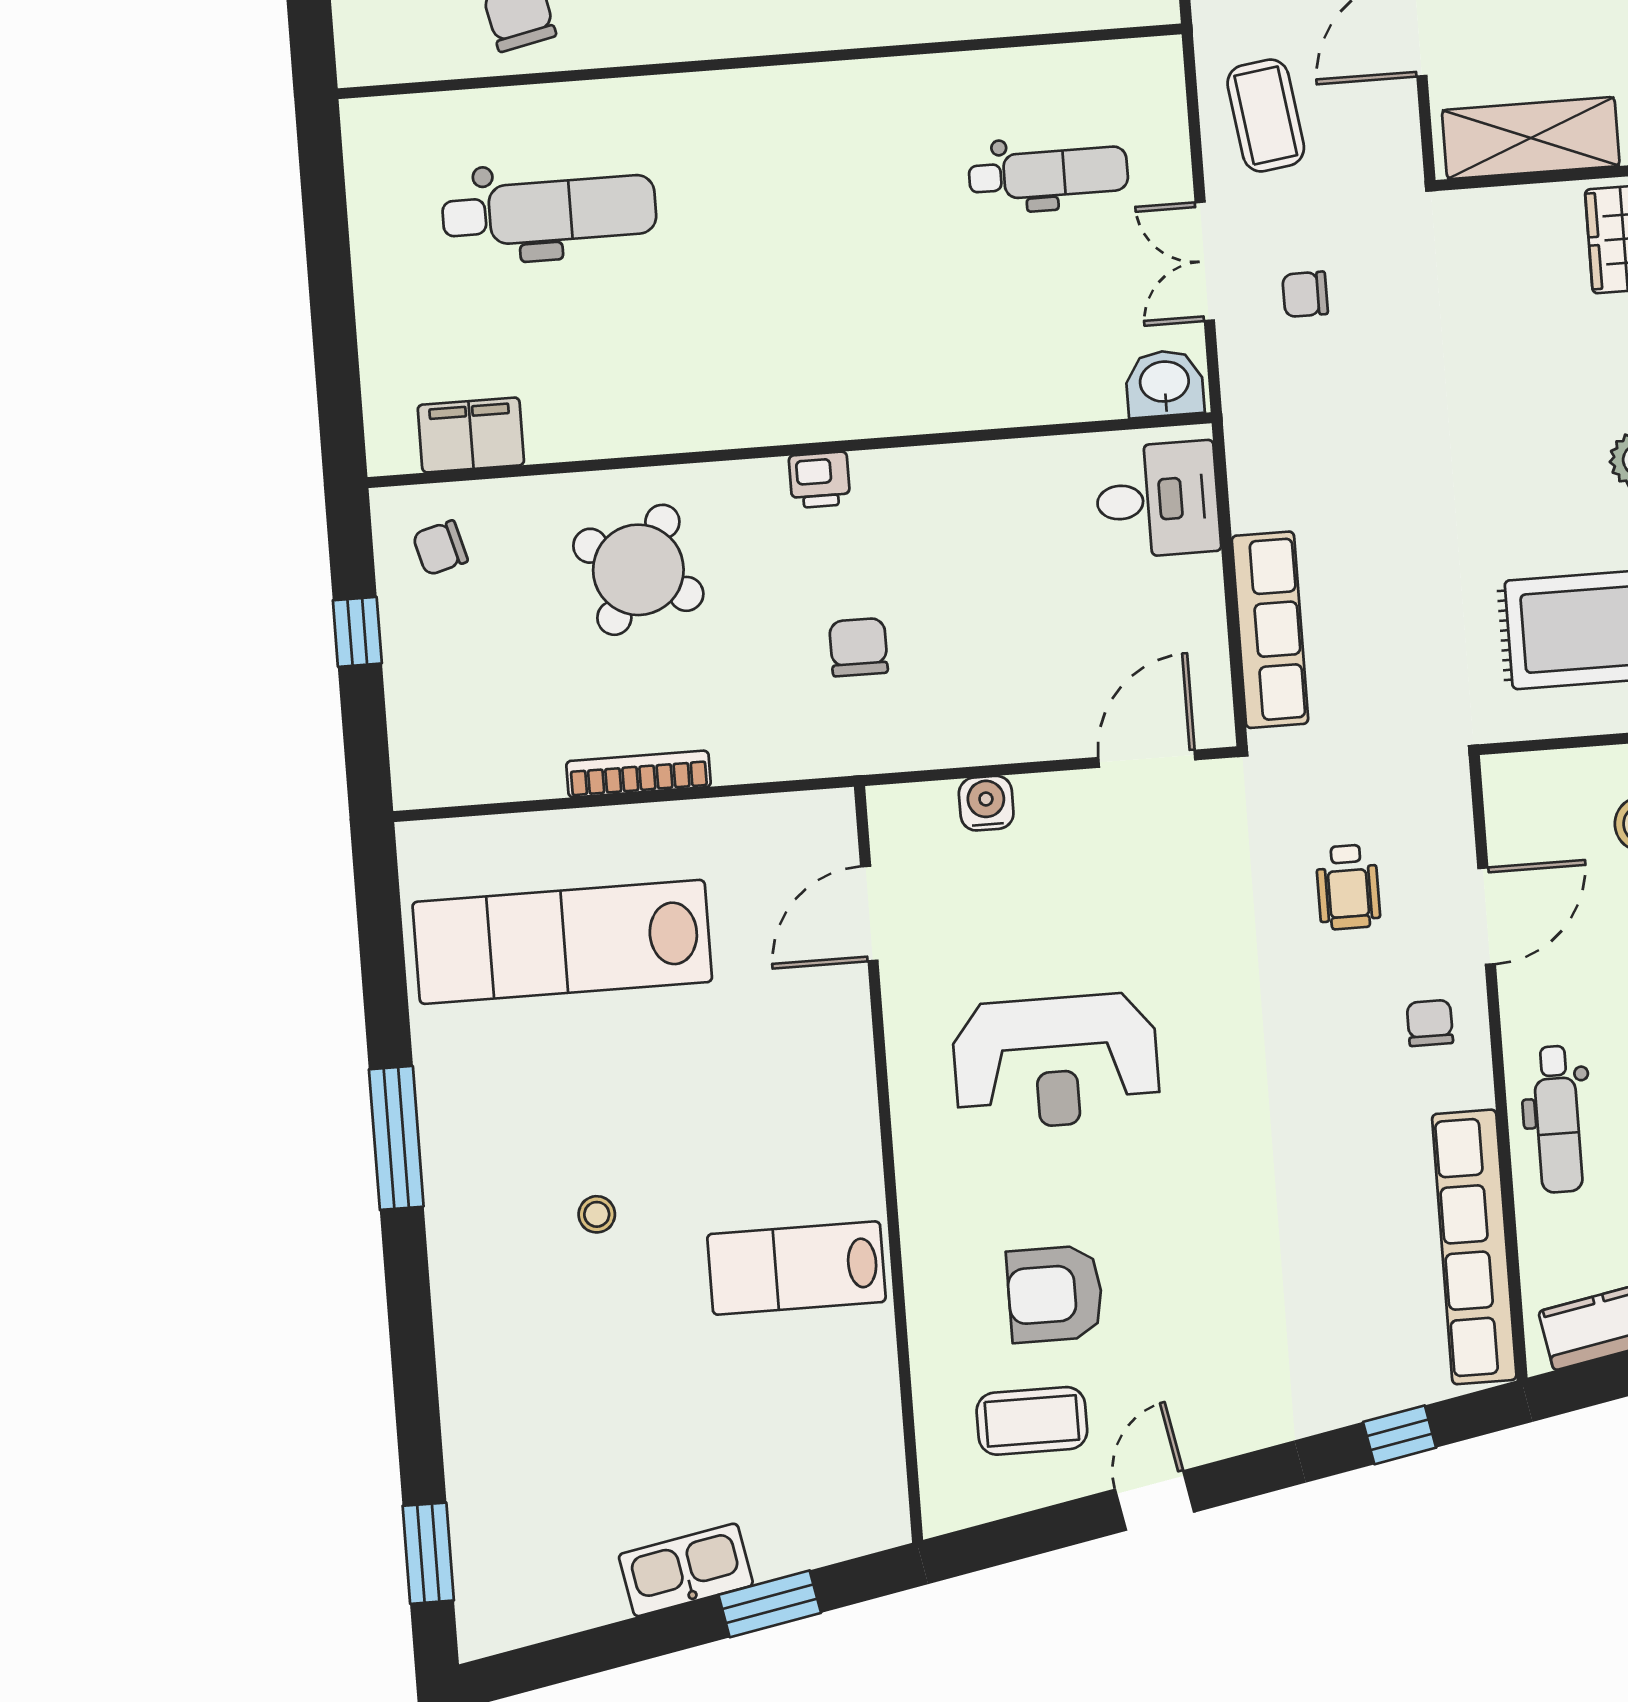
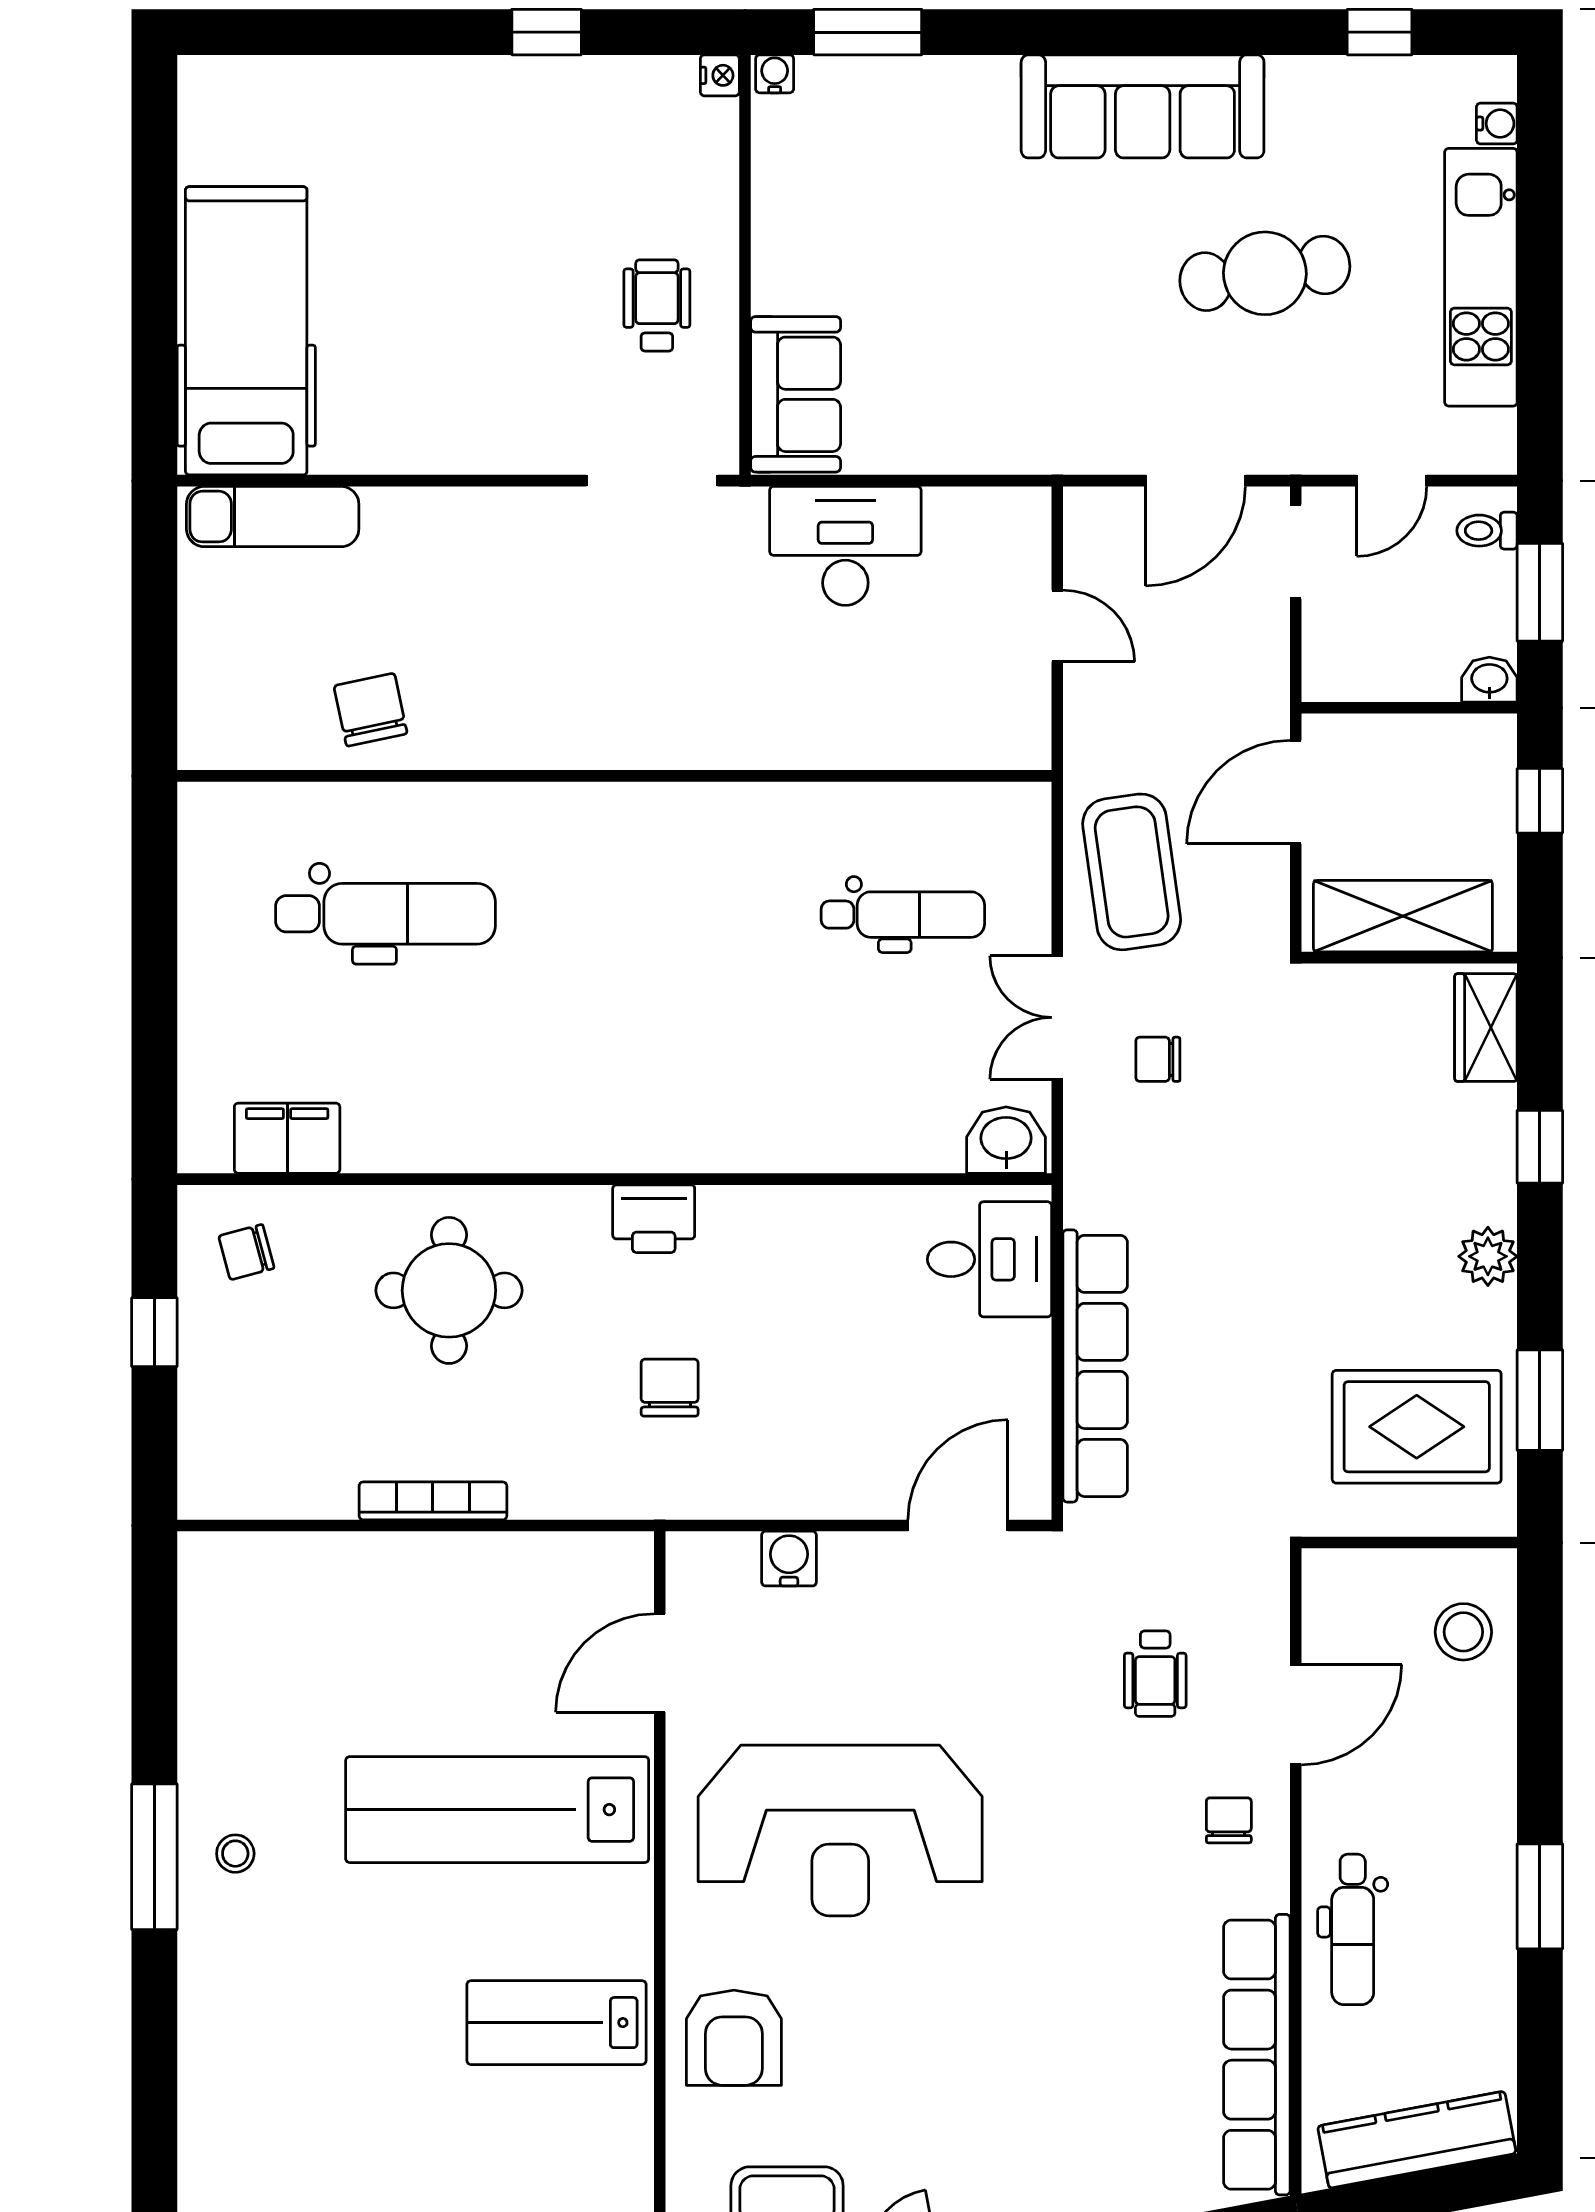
coffee table: (1266, 115) -> (1132, 872), width x1.36, depth x1.32
printer: (820, 480) -> (654, 1219), width x1.36, depth x1.24
round table: (638, 570) -> (449, 1290), turned -31
row of seats: (1270, 630) -> (1095, 1366), width x1.36
lab bench: (562, 942) -> (497, 1810), moved
reception desk: (1056, 1062) -> (840, 1830), width x1.36, depth x1.30
stool: (597, 1214) -> (235, 1854), moved
armchair: (1055, 1294) -> (734, 2038), moved, turned -90

